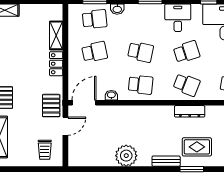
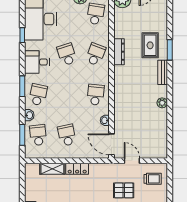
school desk: (141, 52) -> (38, 95), moved
pallet: (51, 106) -> (124, 190), moved
plant: (126, 156) -> (162, 103), width x0.53, depth x0.53

